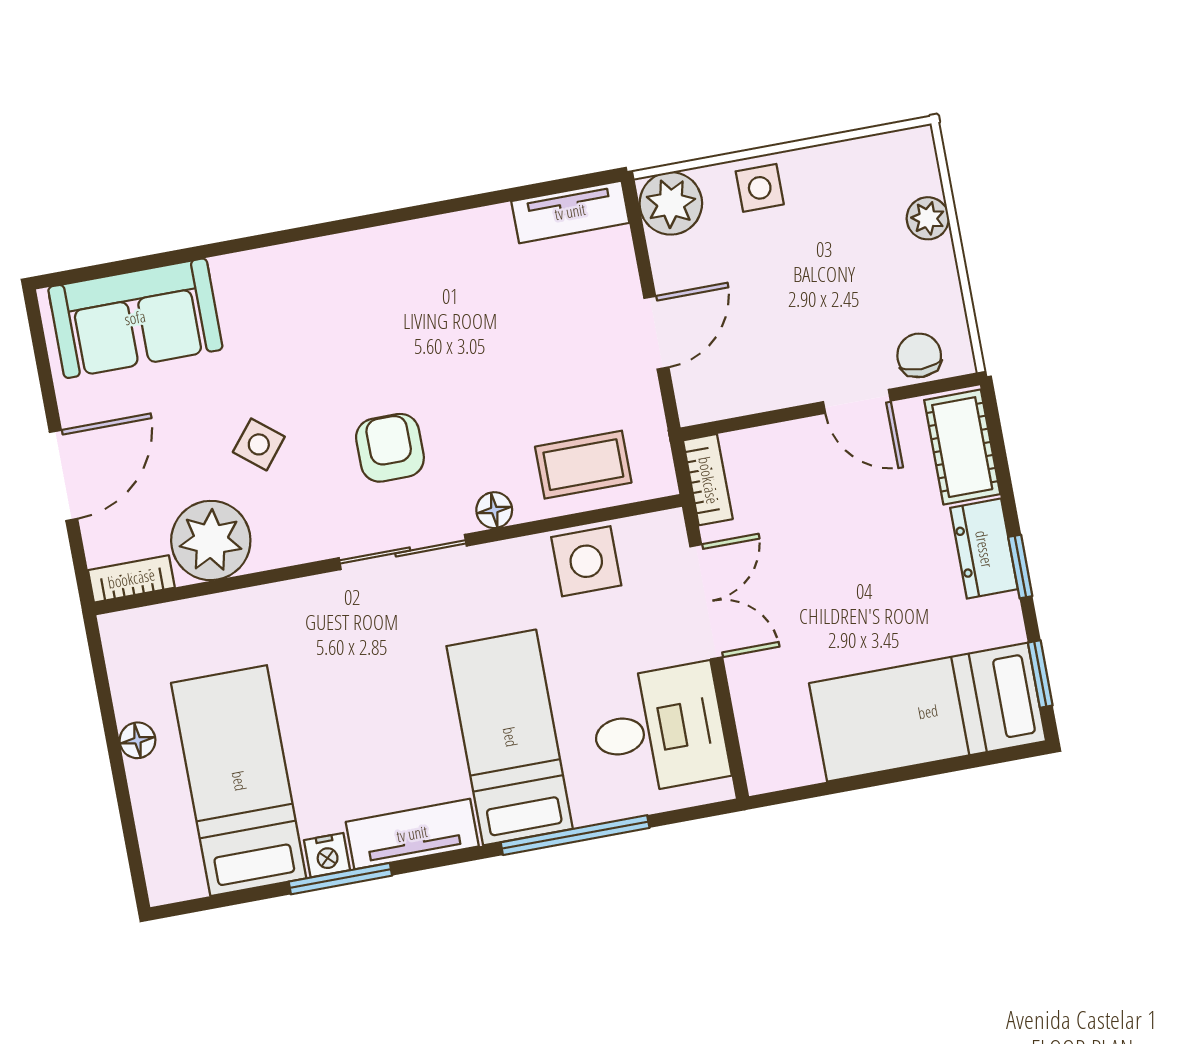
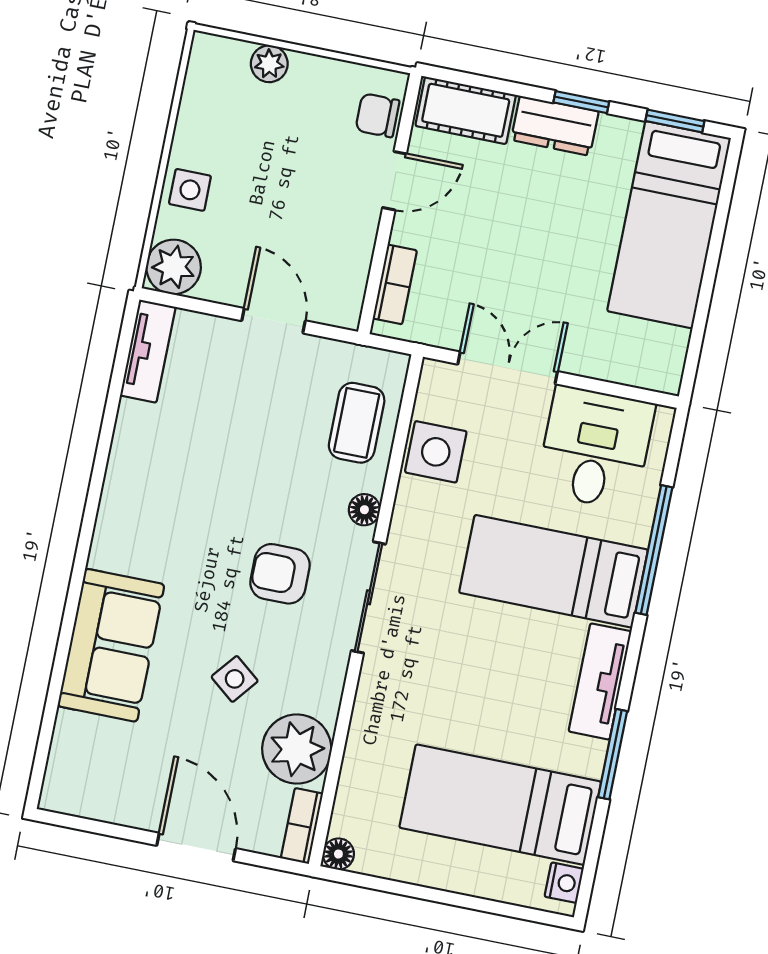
sofa: (135, 318) -> (111, 645), moved
bookcase: (708, 480) -> (395, 284), moved, turned 90
floor lamp: (137, 740) -> (338, 854), moved
nightstand: (327, 855) -> (564, 883), moved

